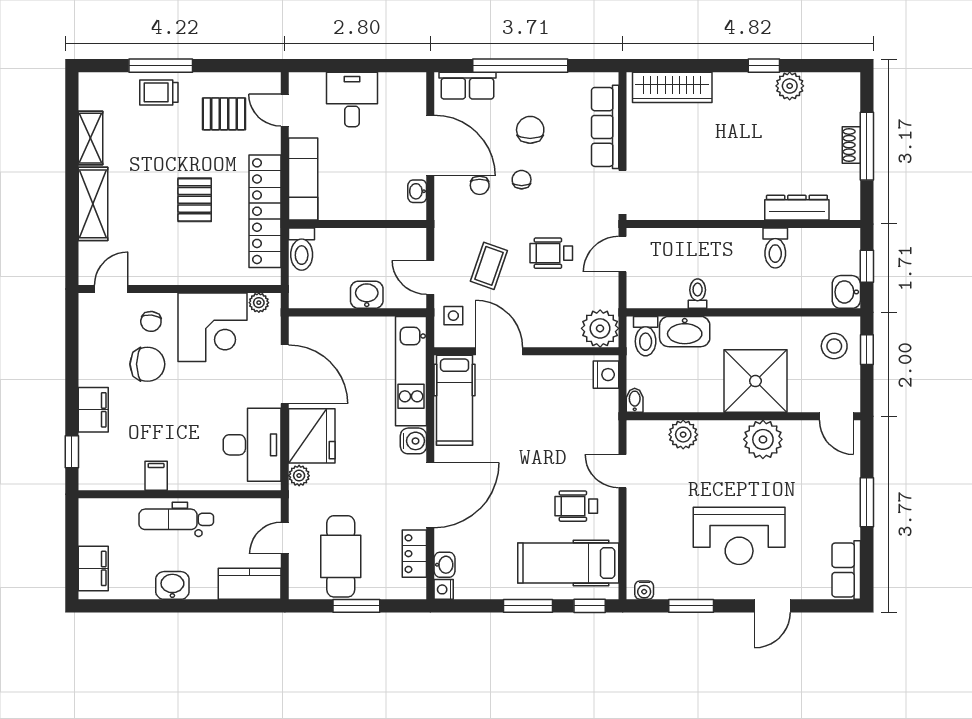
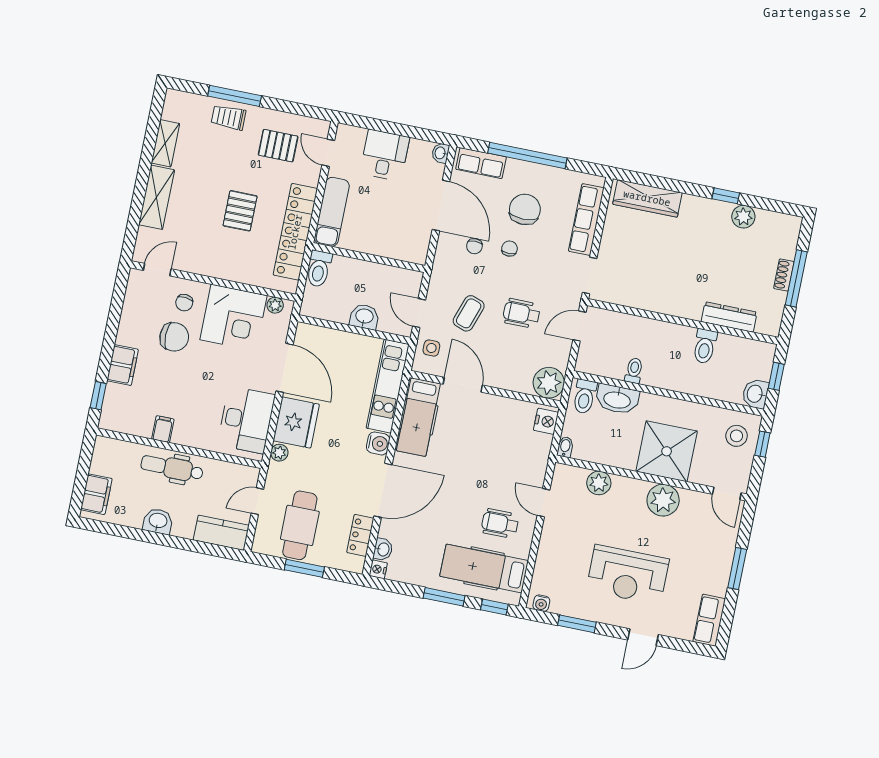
chair: (530, 130) -> (525, 209), width x1.37, depth x1.37
washbasin: (417, 191) -> (440, 153), moved

